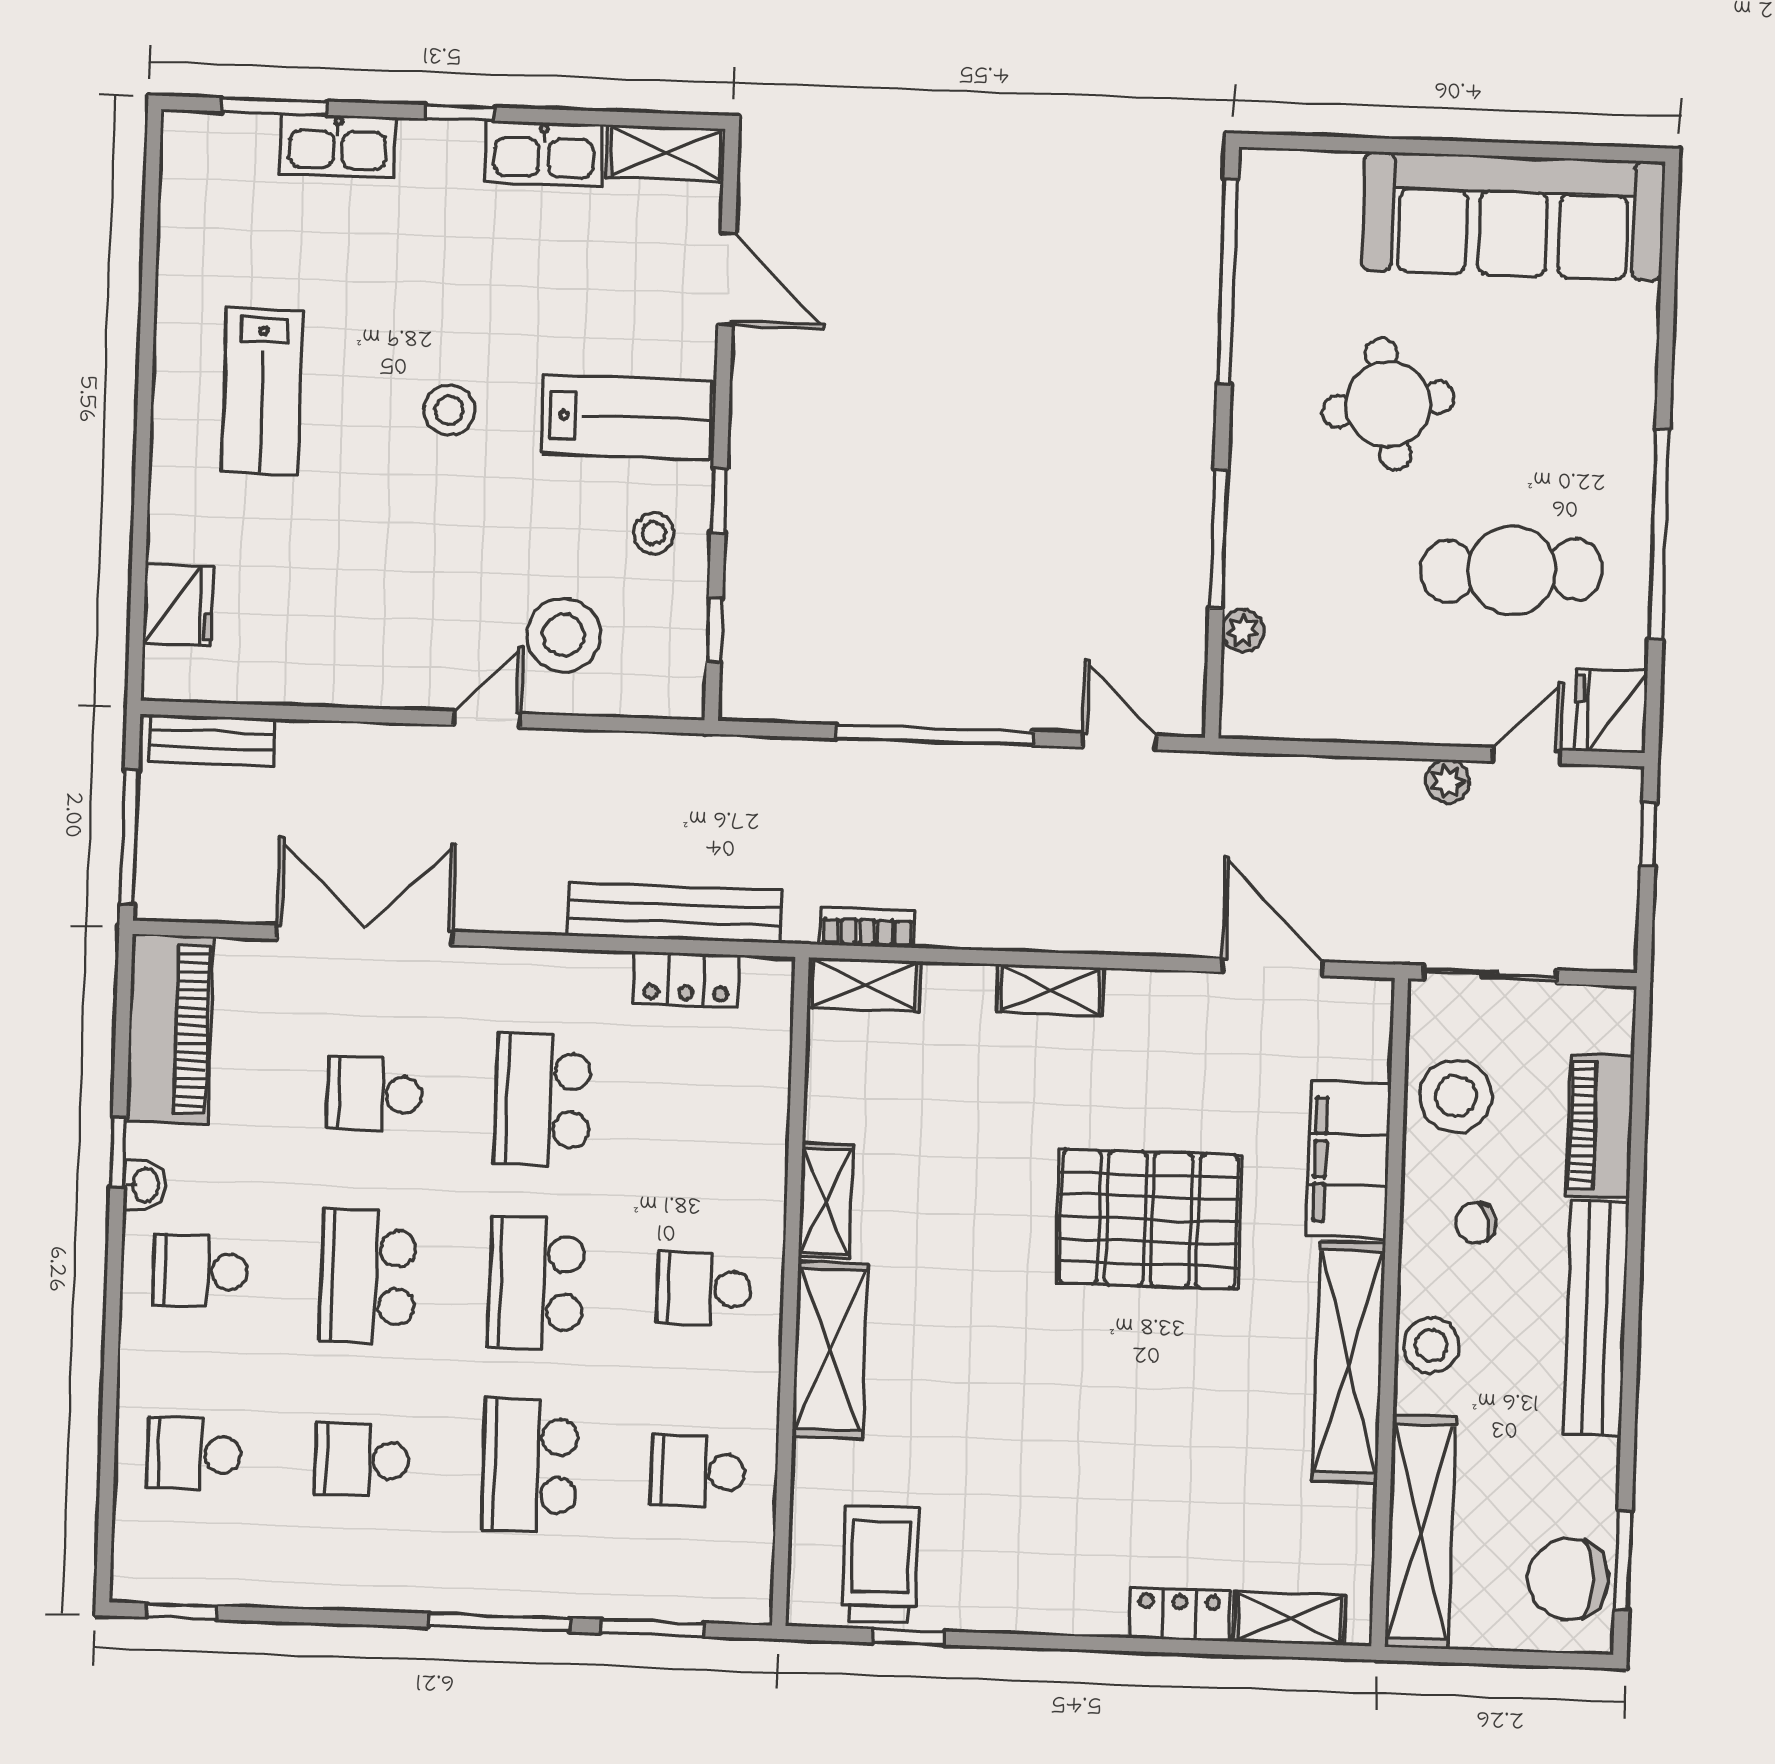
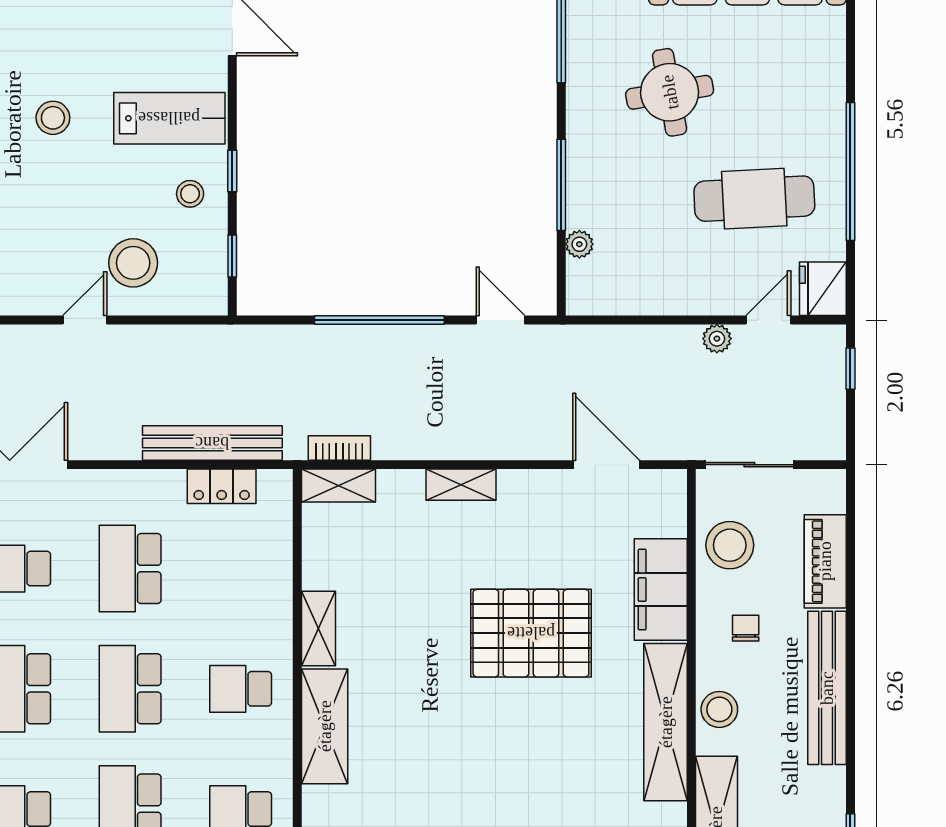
chair: (1476, 1223) -> (746, 628), turned 104

